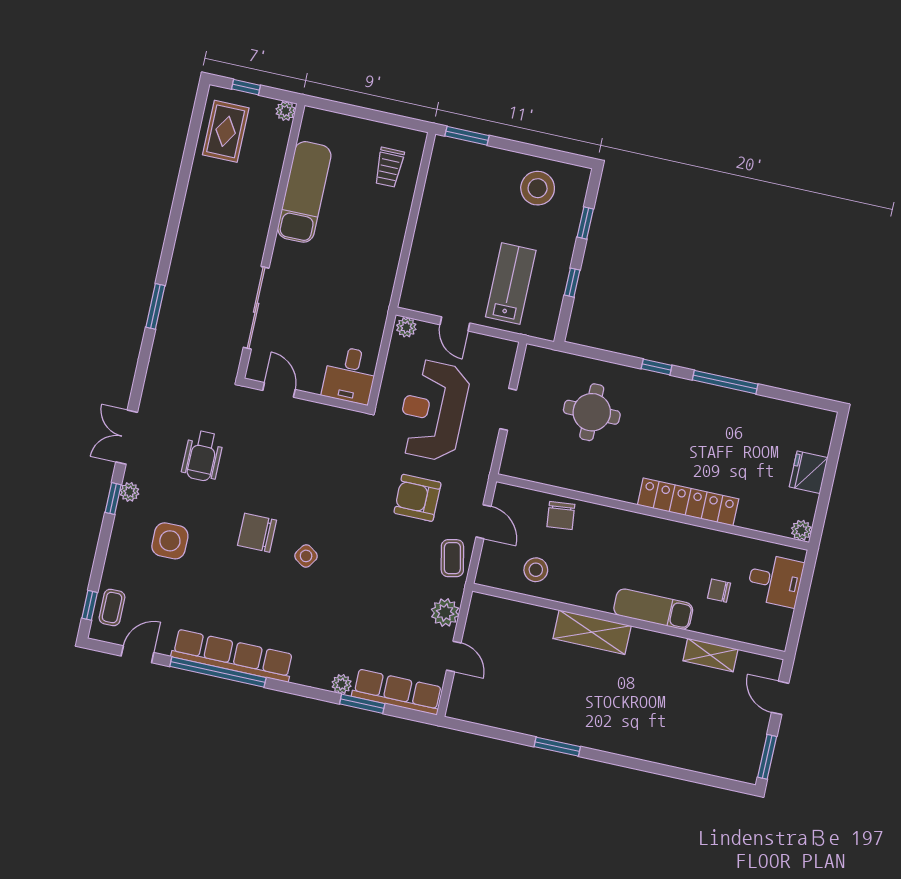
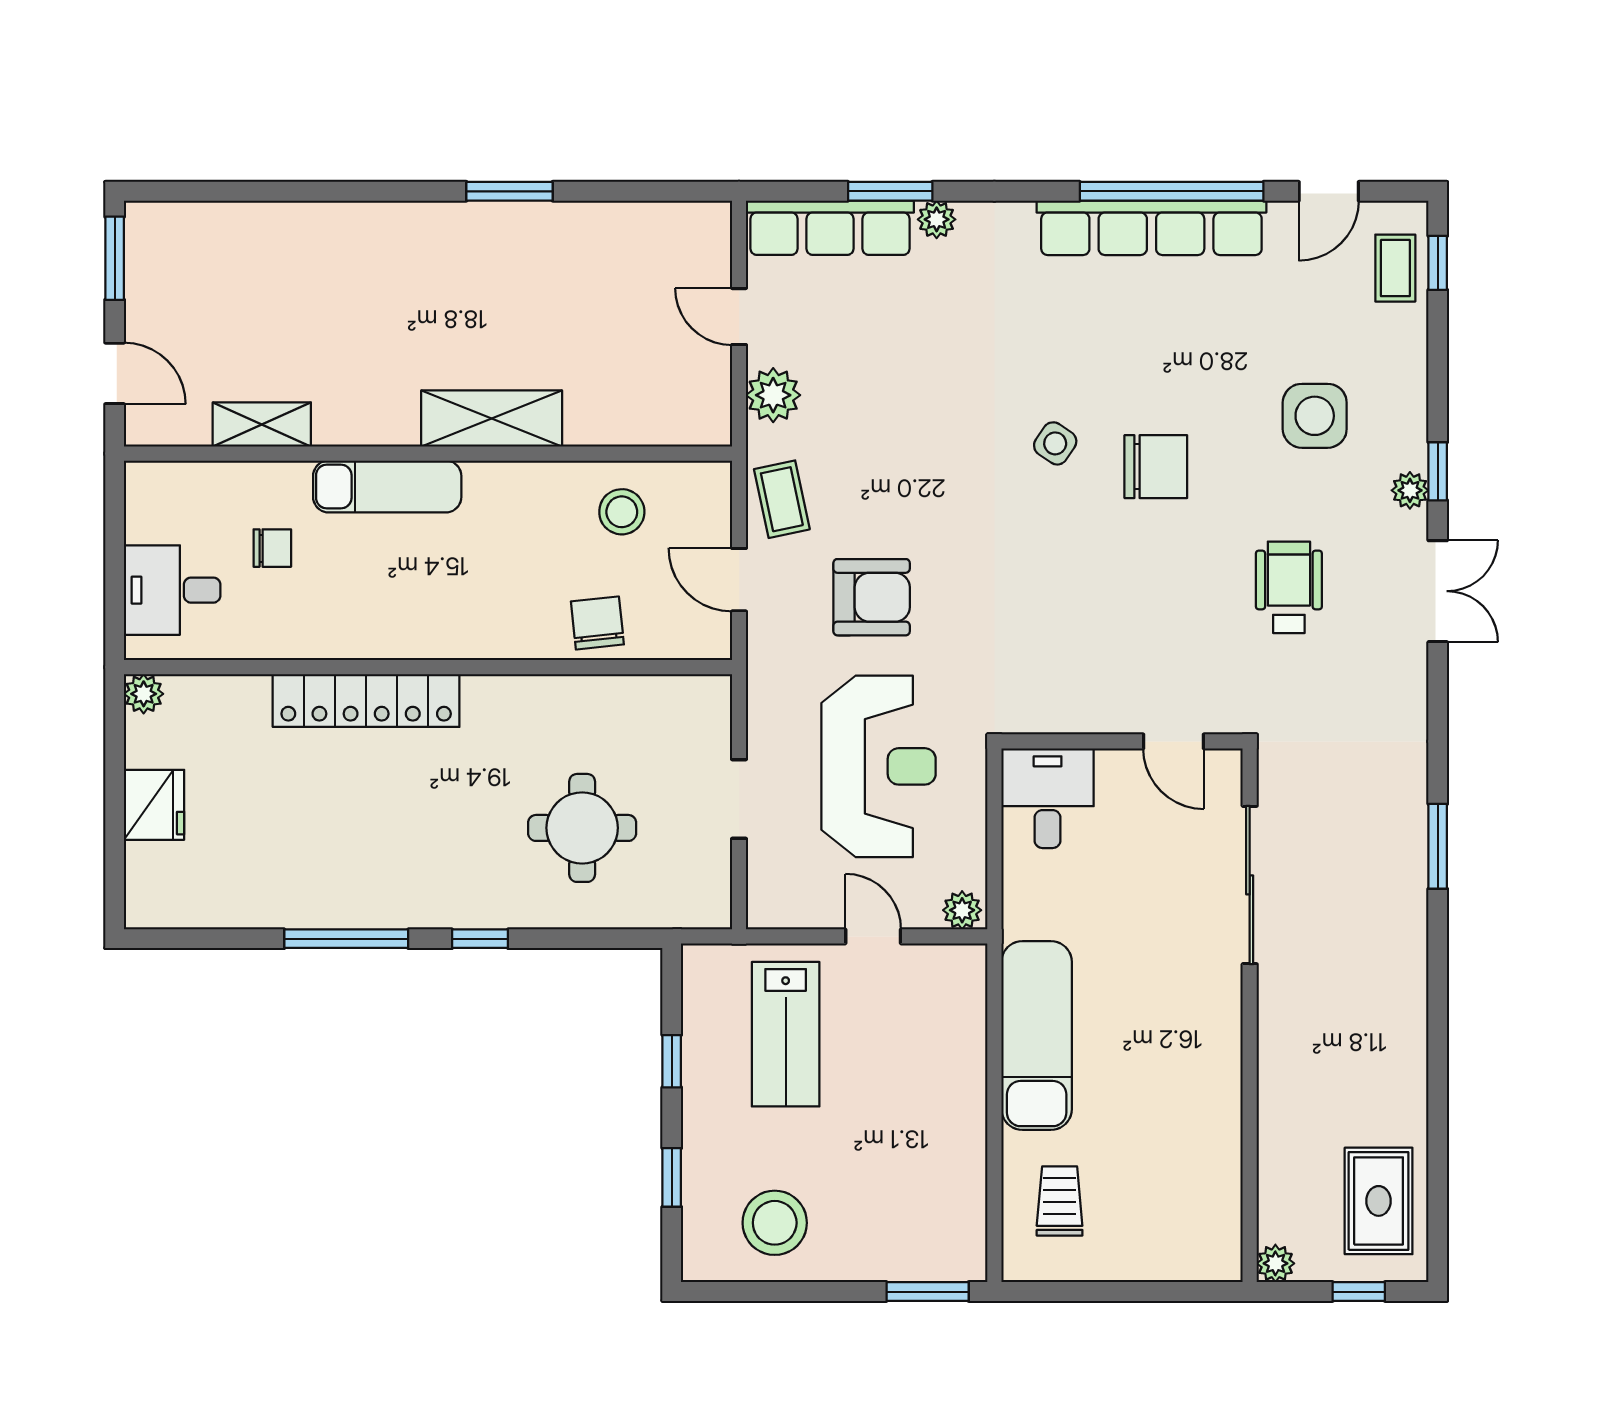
exam couch: (304, 192) -> (1037, 1036), moved, turned 180

